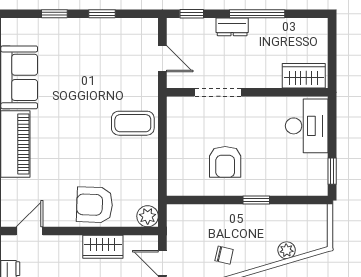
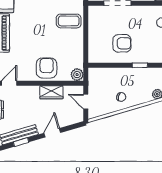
armchair: (225, 162) -> (122, 43), turned -90
armchair: (94, 205) -> (47, 68), turned 88

